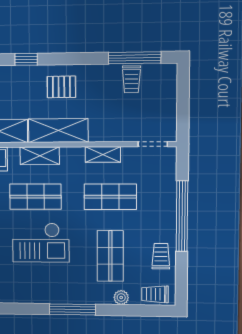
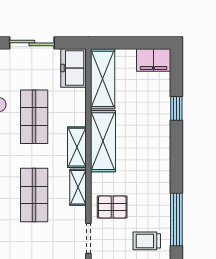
trolley: (131, 79) -> (147, 241), moved
pallet: (61, 87) -> (112, 207), moved, turned 90
shelving: (40, 156) -> (77, 147), moved

